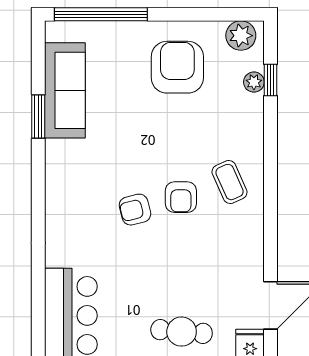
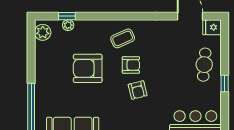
armchair: (177, 67) -> (88, 68), moved

